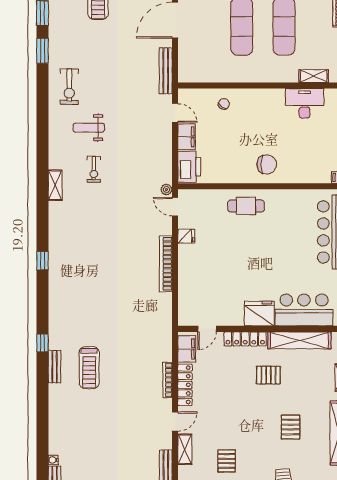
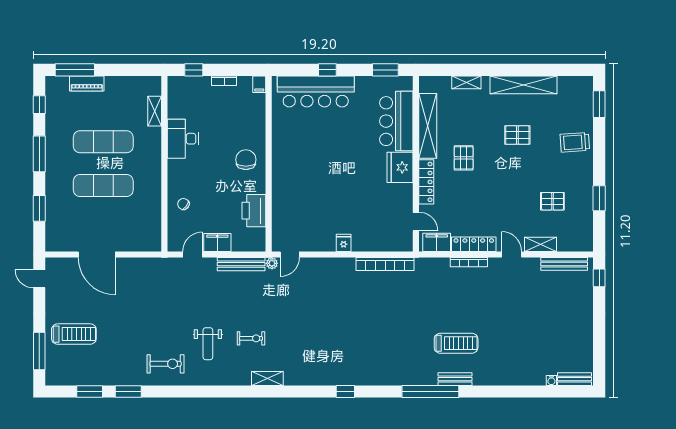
bench: (166, 71) -> (241, 264), moved
desk: (305, 103) -> (183, 139), moved
printer: (189, 167) -> (254, 211), moved, turned -90
cafe table: (246, 206) -> (289, 181), removed
fridge: (186, 236) -> (344, 243), moved
bookcase: (166, 264) -> (385, 264), moved
window: (43, 343) -> (430, 391), width x3.17

